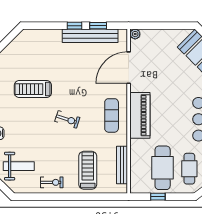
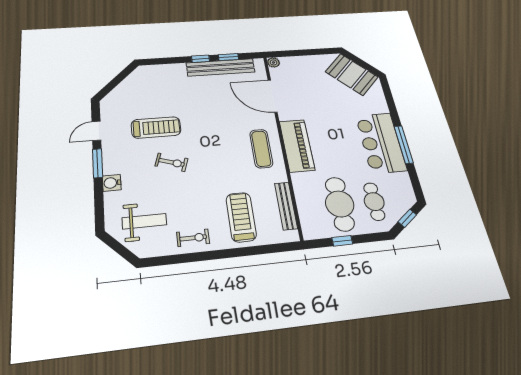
door: (129, 68) -> (273, 96), hinge flipped
treadmill: (33, 89) -> (156, 127), turned 180
exercise bike: (67, 119) -> (171, 162), moved

